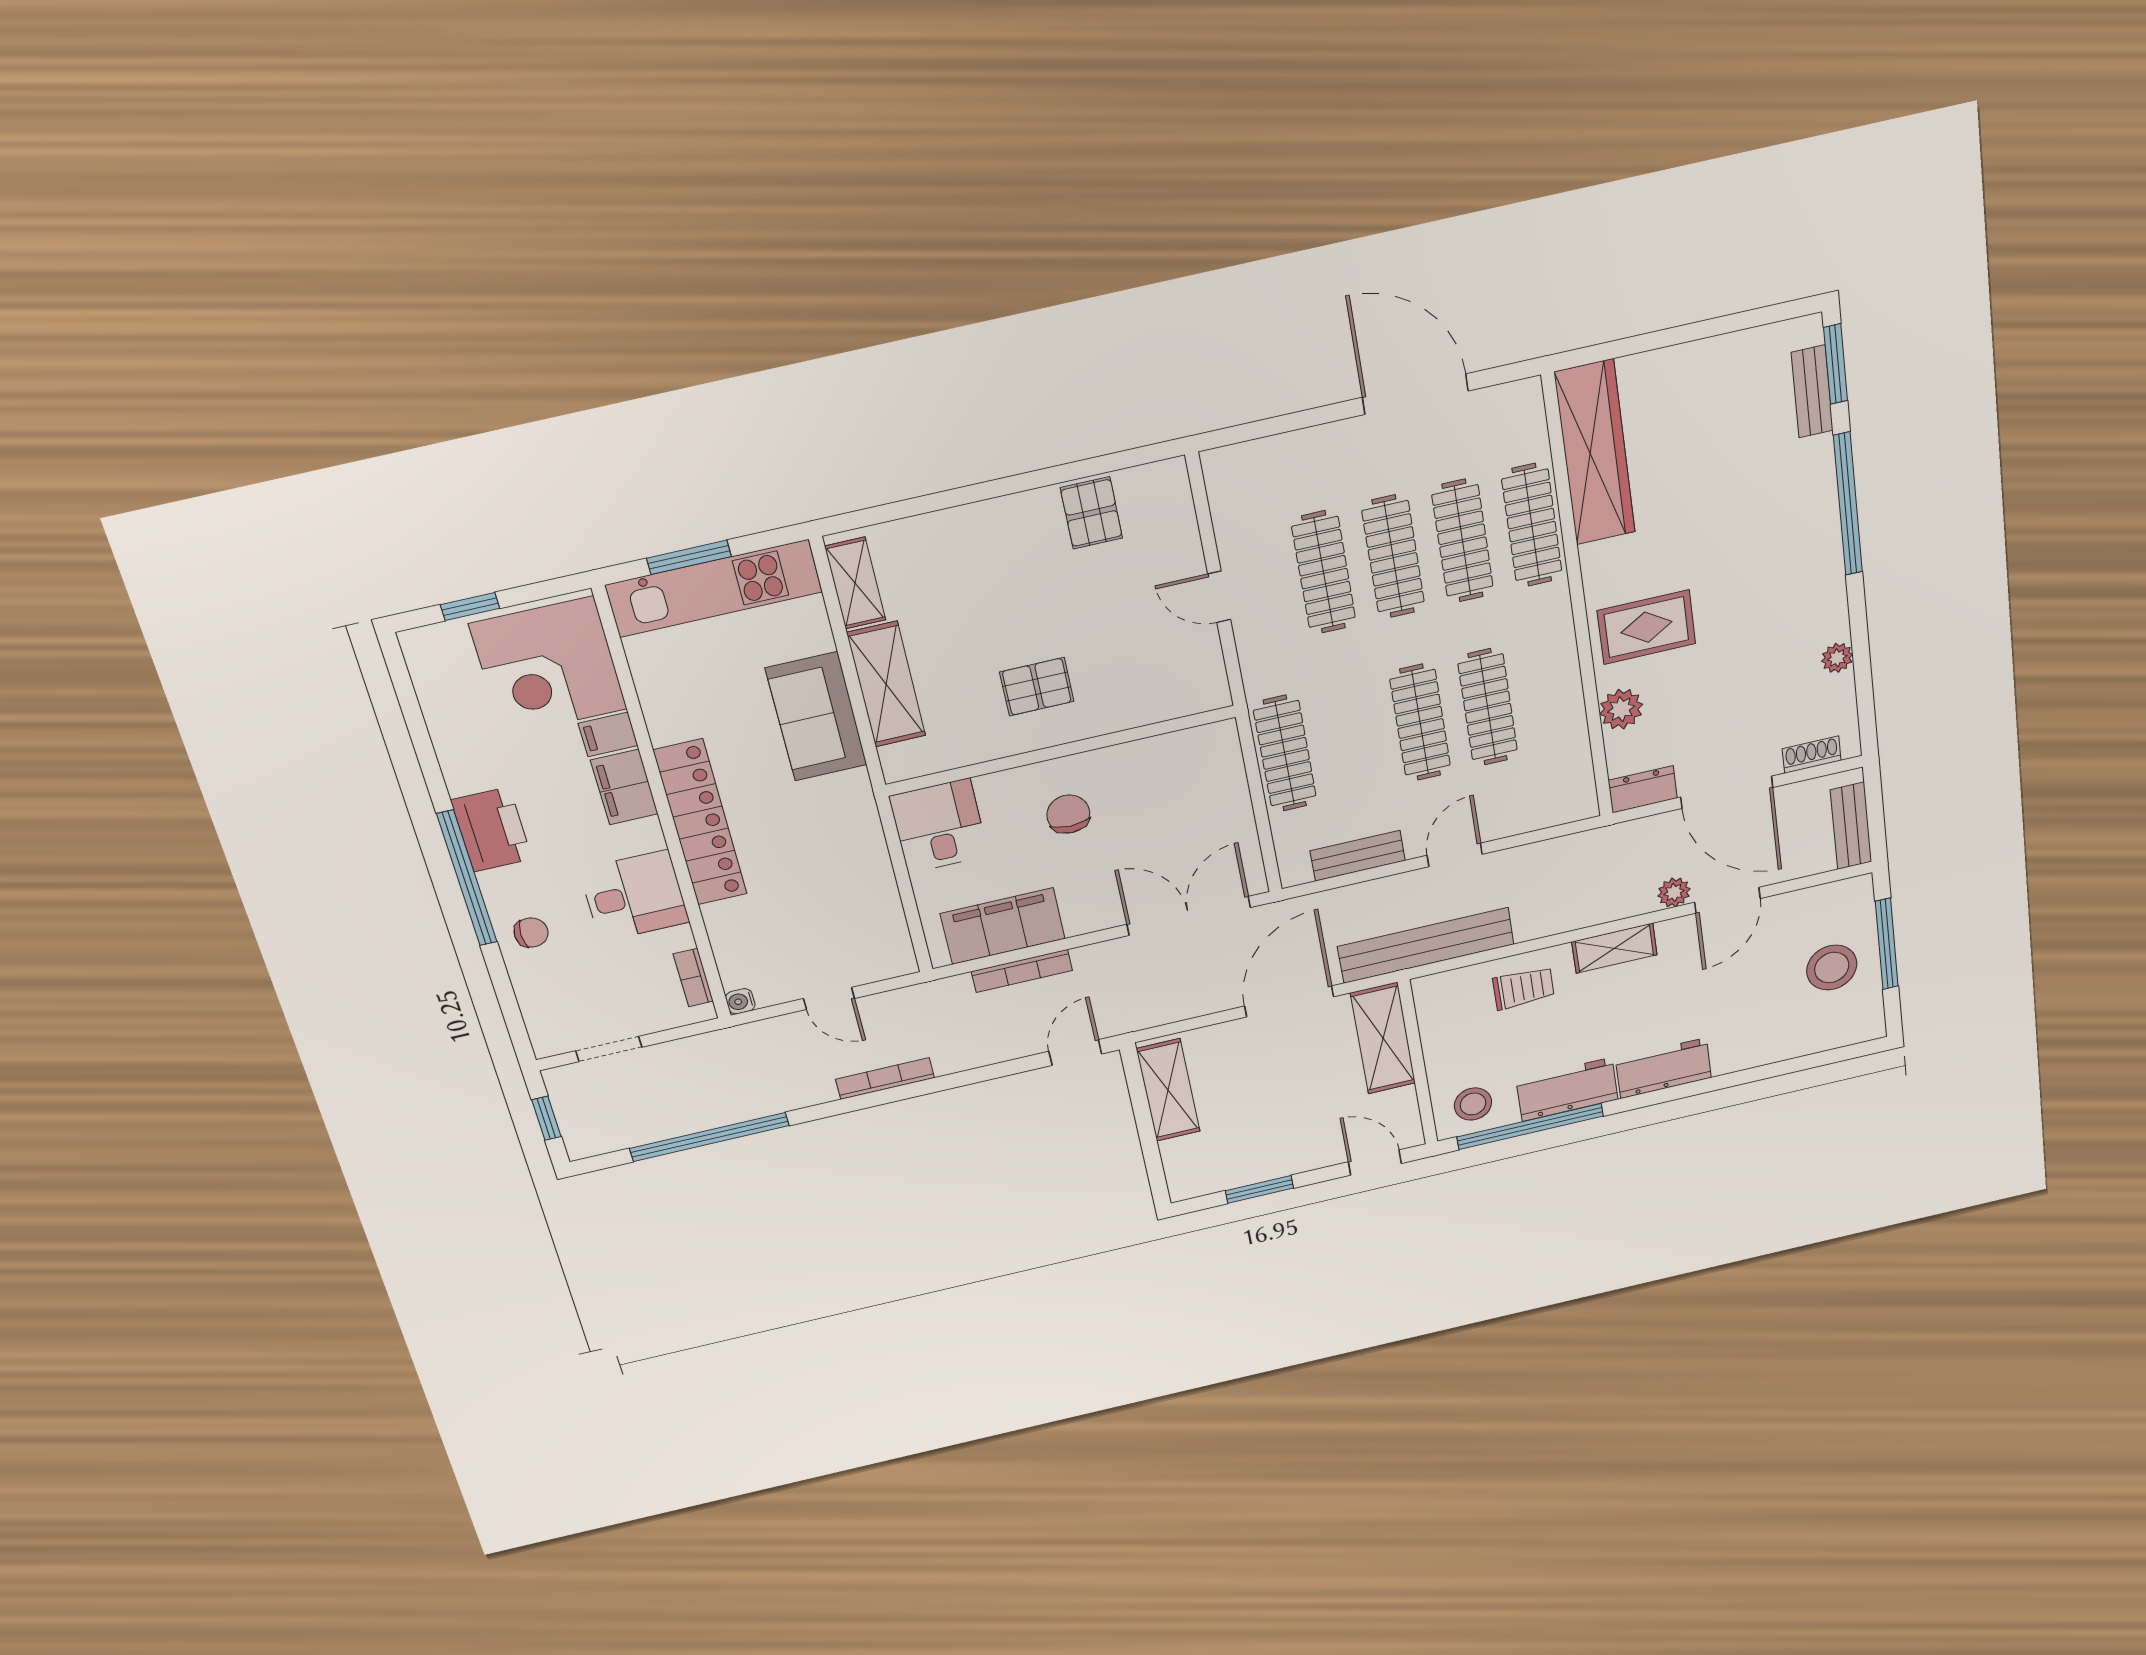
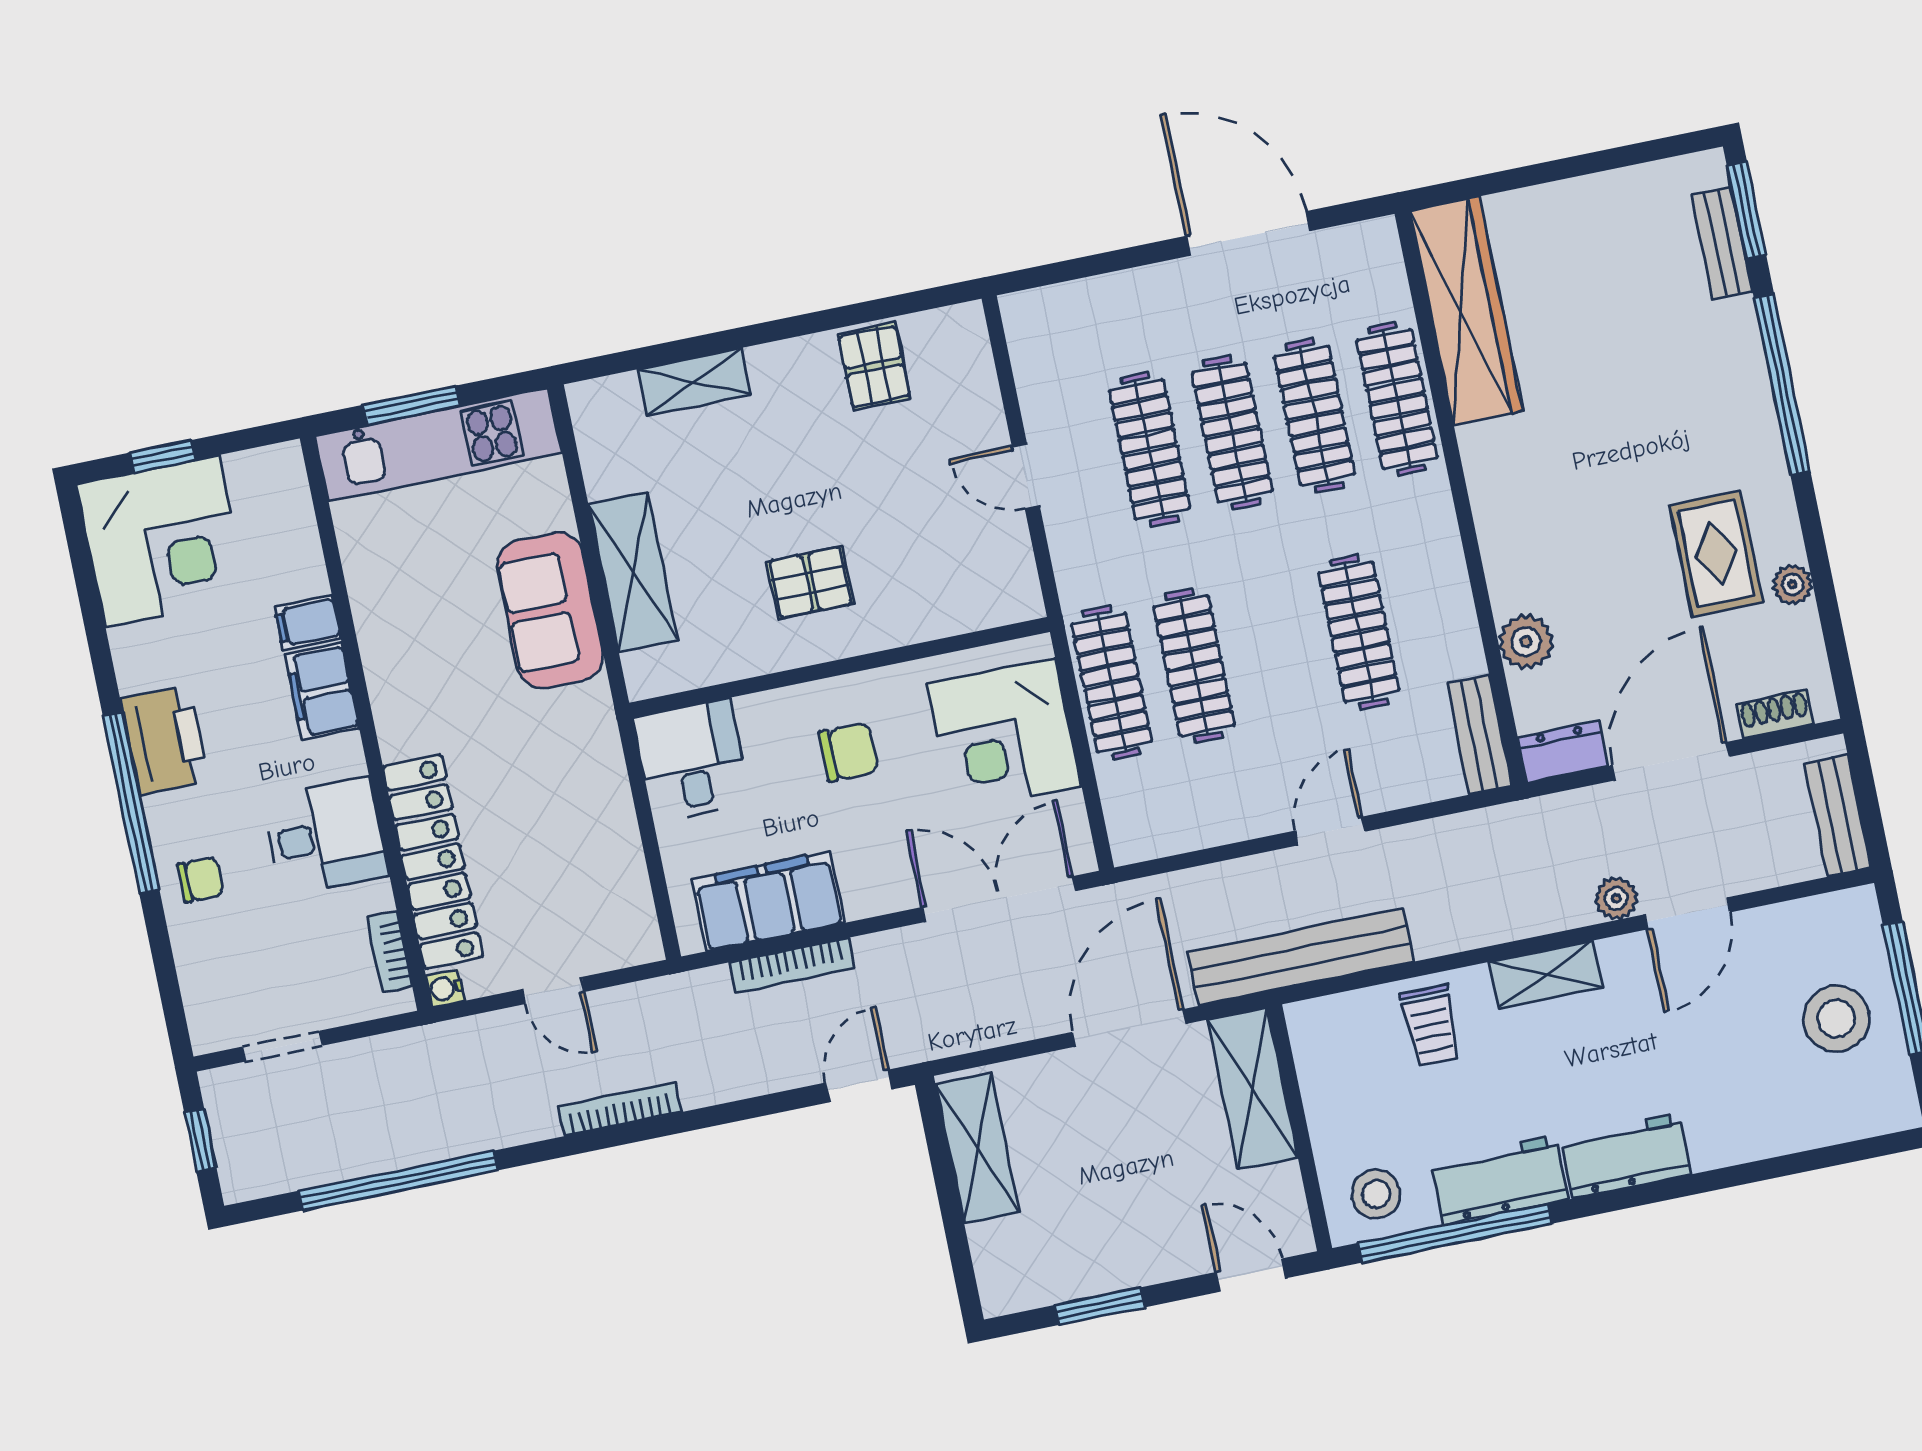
shelving: (855, 583) -> (694, 382), moved, turned 90
rug: (1646, 627) -> (1716, 553), moved, turned 90
corner desk: (548, 667) -> (162, 541), moved, turned -90
clothes rail: (1420, 722) -> (1194, 666), moved
door: (1727, 792) -> (1671, 761), swing flipped
corner desk: (1196, 796) -> (1004, 735), added
chair: (1068, 814) -> (849, 752), turned 90
locker: (700, 823) -> (433, 862), moved
bench: (1358, 856) -> (1479, 735), moved, turned 90
trolley: (1523, 988) -> (1431, 1026), turned 90

